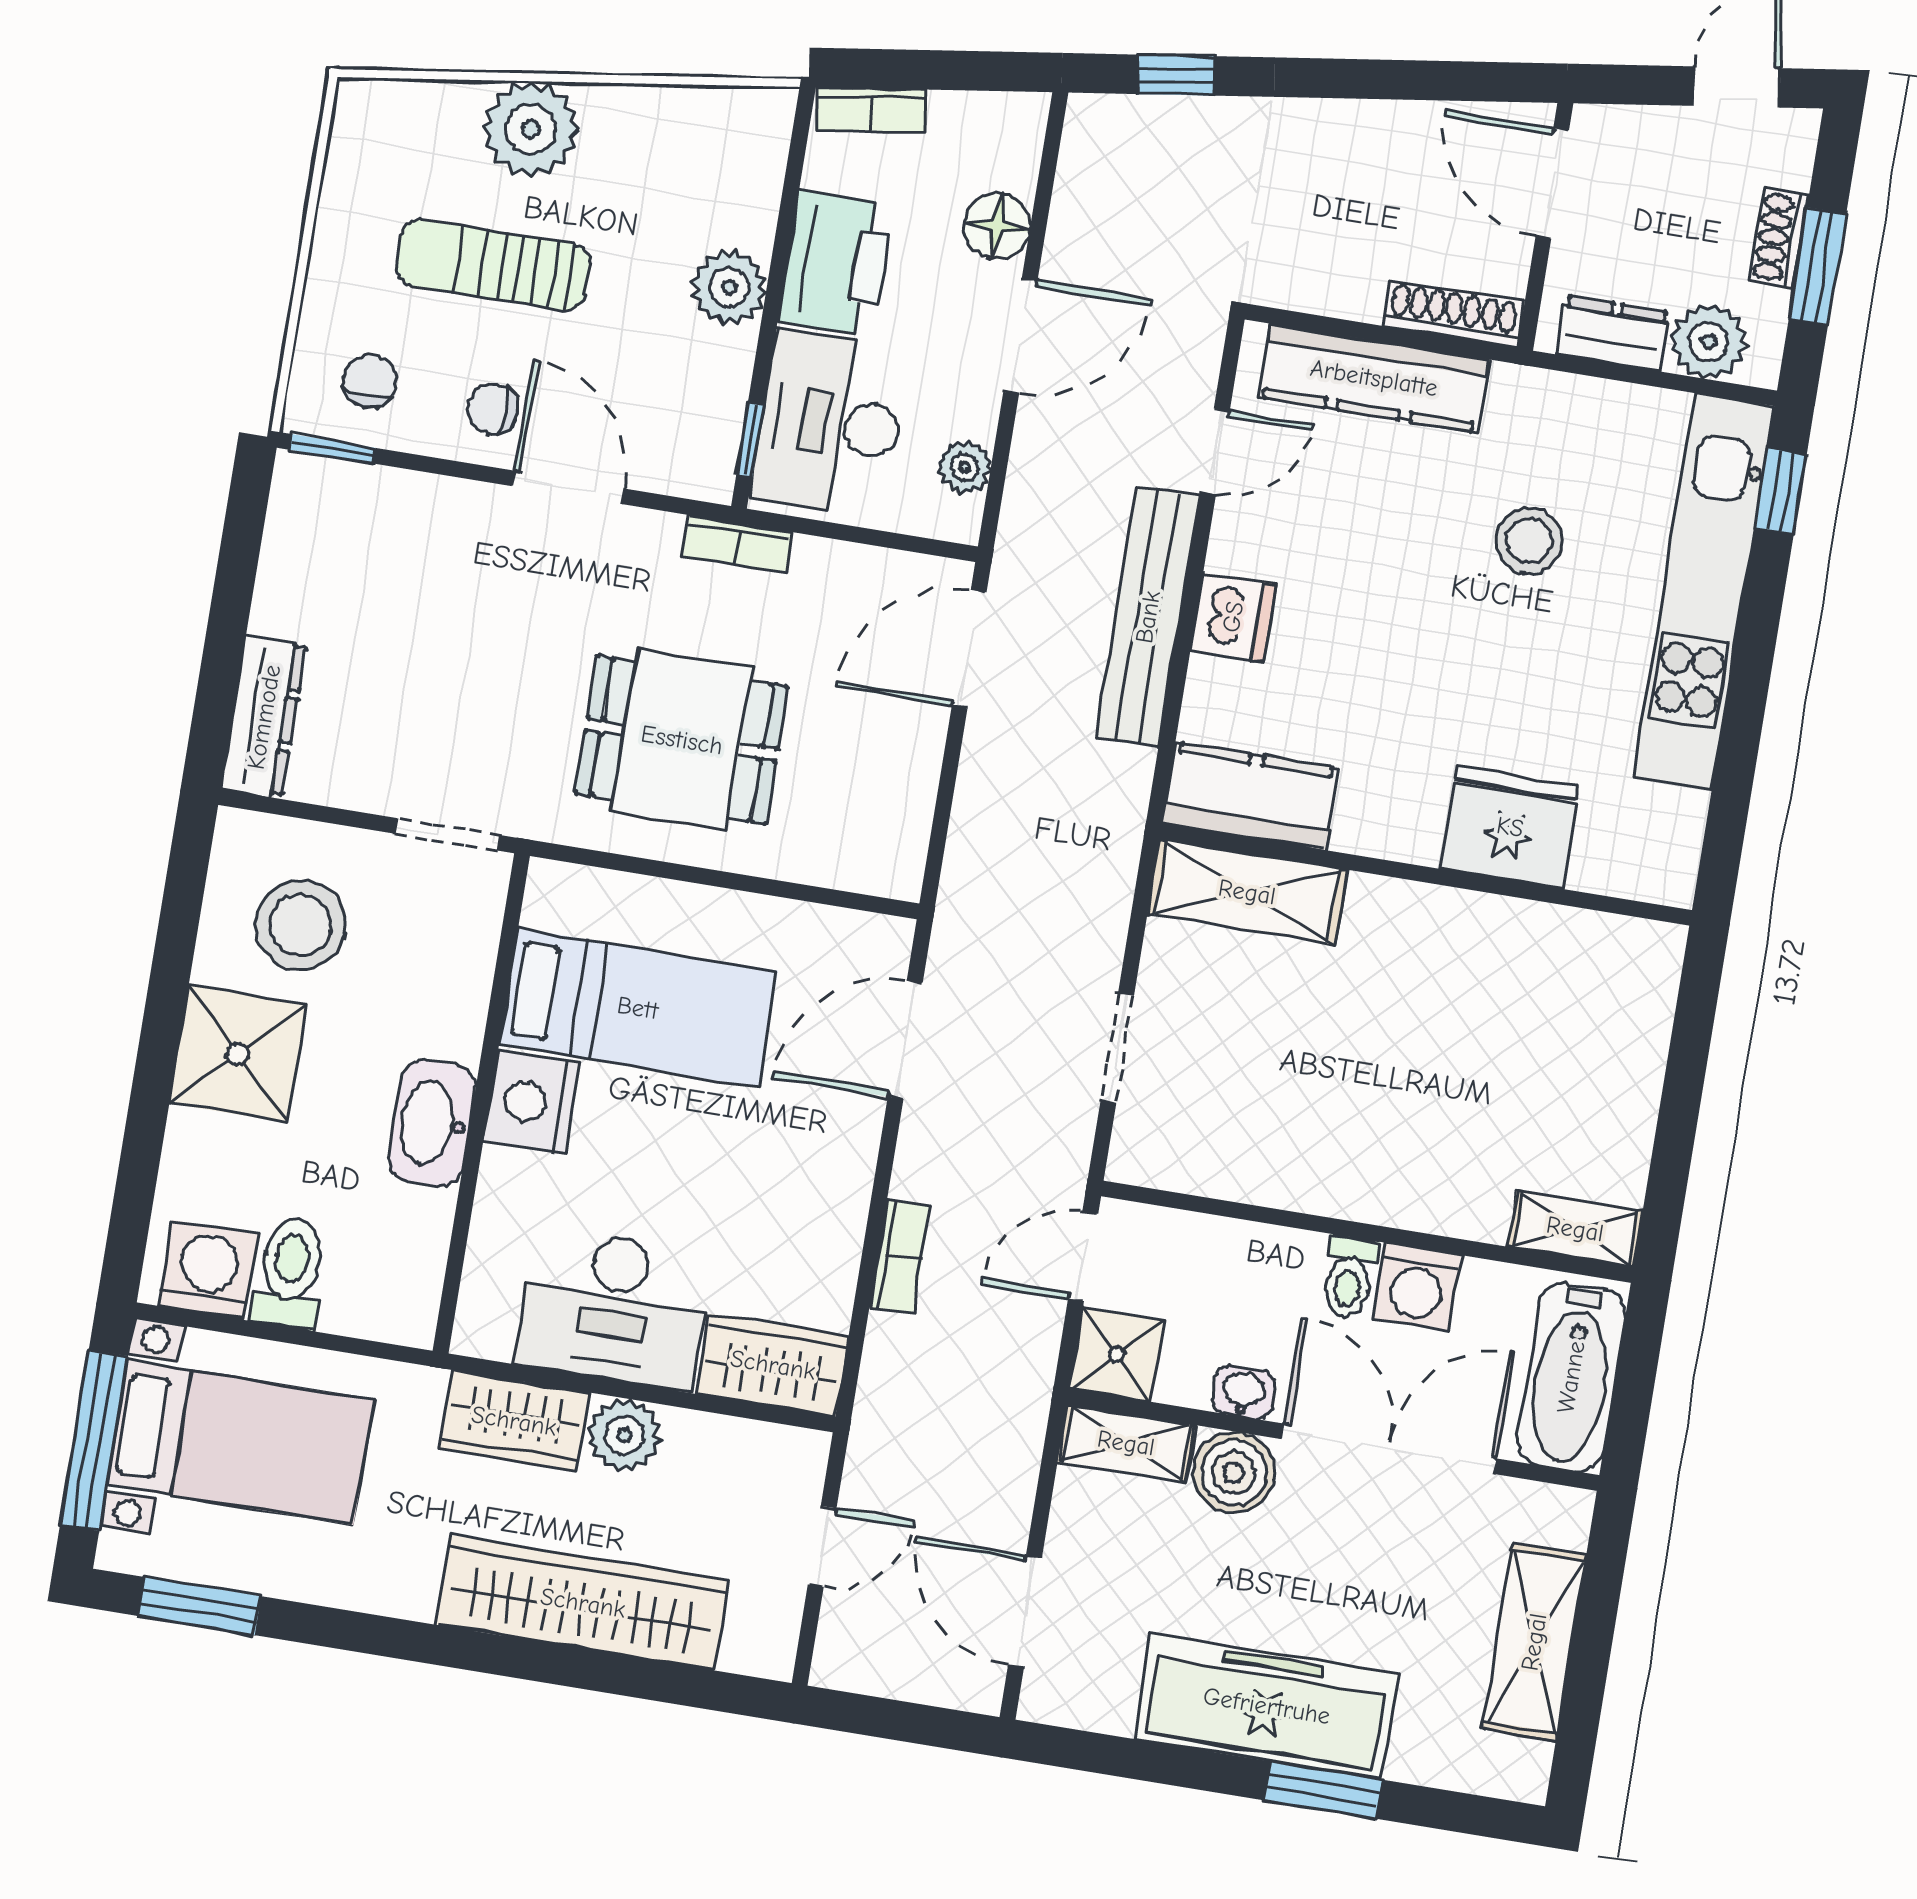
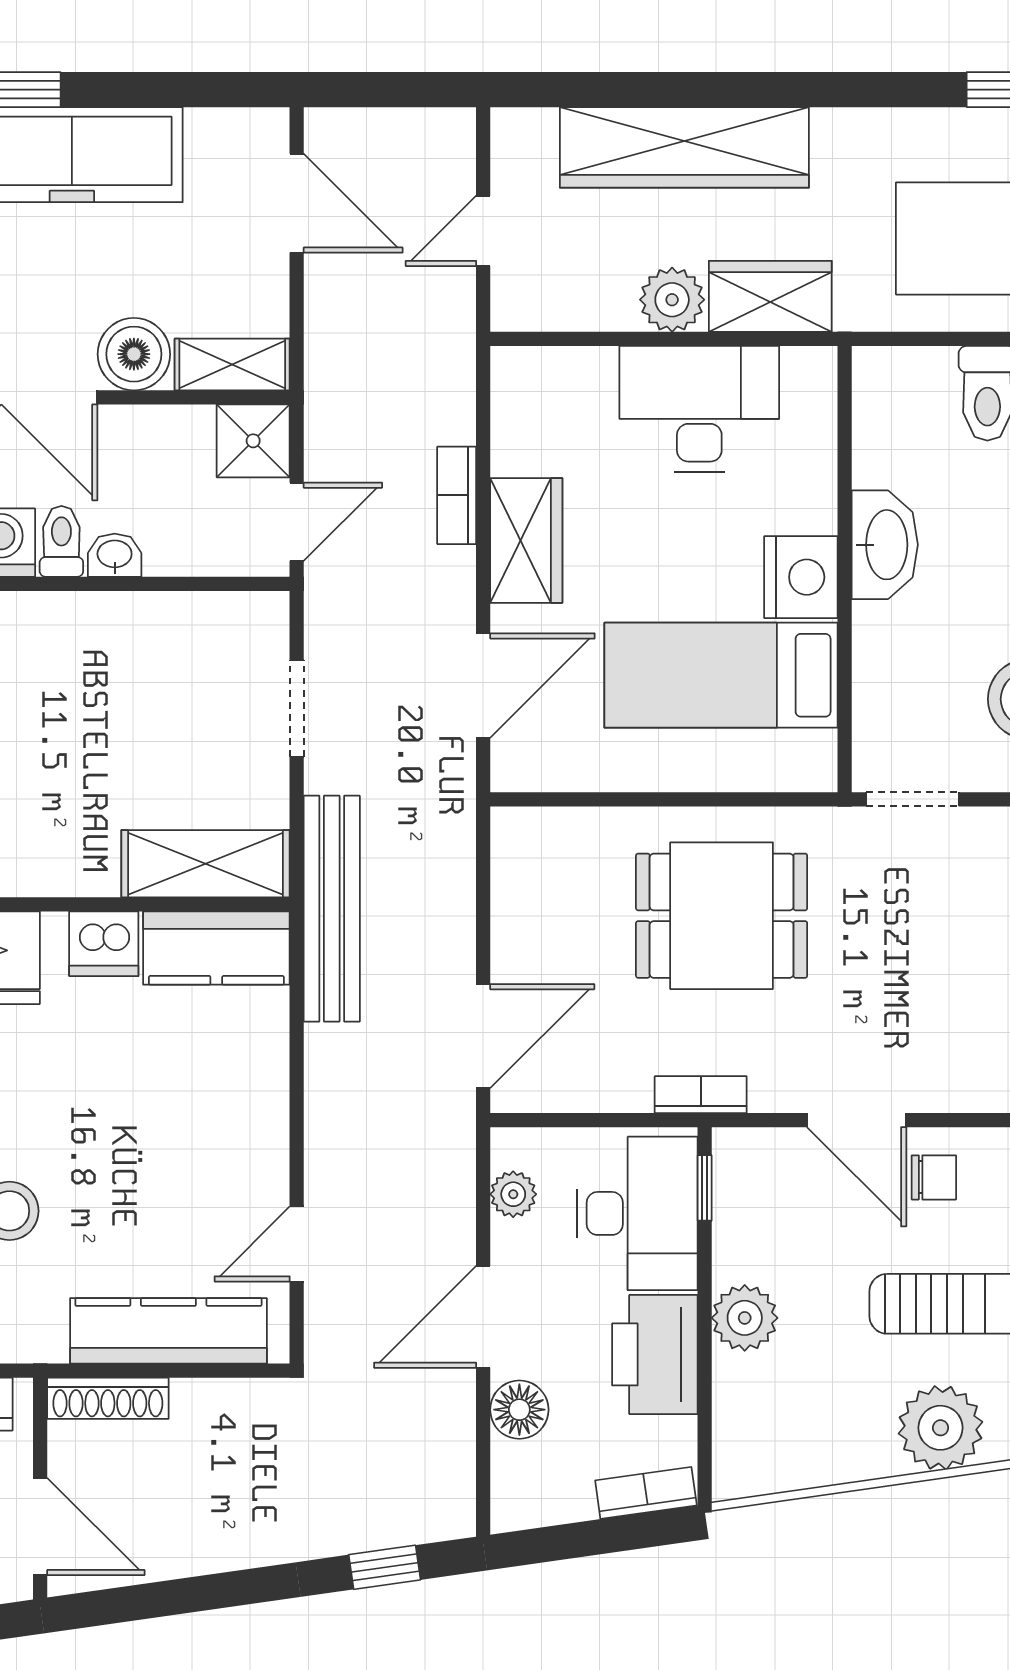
bench: (1148, 617) -> (332, 909), moved
dishwasher: (1233, 617) -> (104, 944), moved, turned -90
wardrobe: (773, 1365) -> (526, 540), moved, turned -90
washbasin: (1243, 1392) -> (115, 555), moved, turned 180

